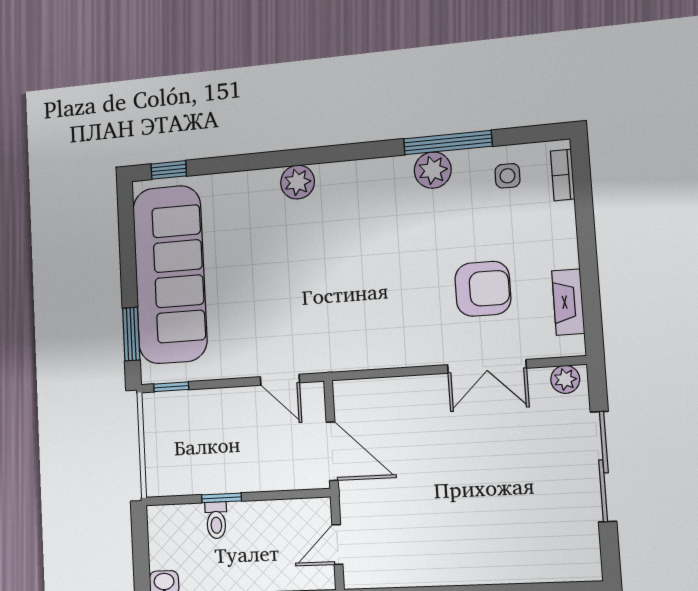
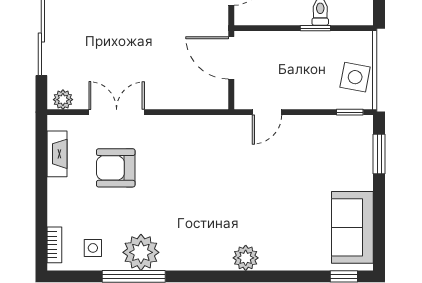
plant: (433, 170) -> (141, 252), width x1.36, depth x1.36
sofa: (170, 274) -> (352, 227), width x0.54, depth x0.79
door: (280, 380) -> (267, 112), swing flipped
side table: (166, 434) -> (355, 77), added

